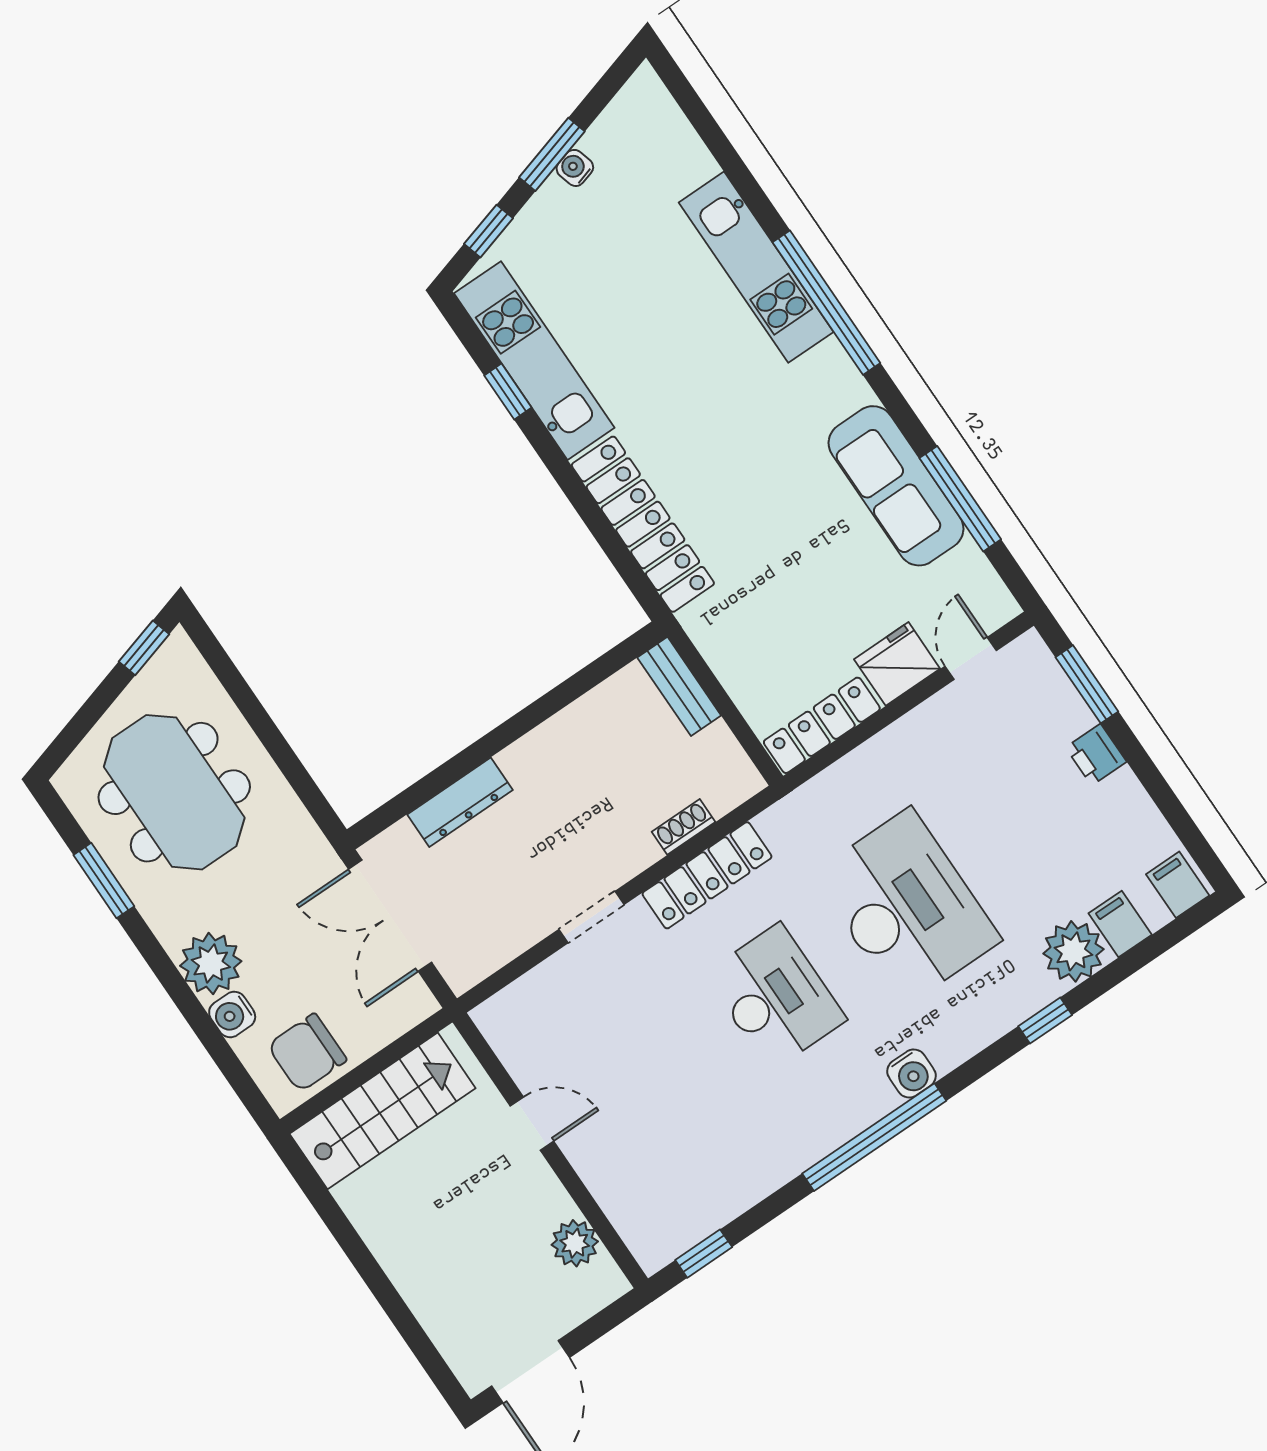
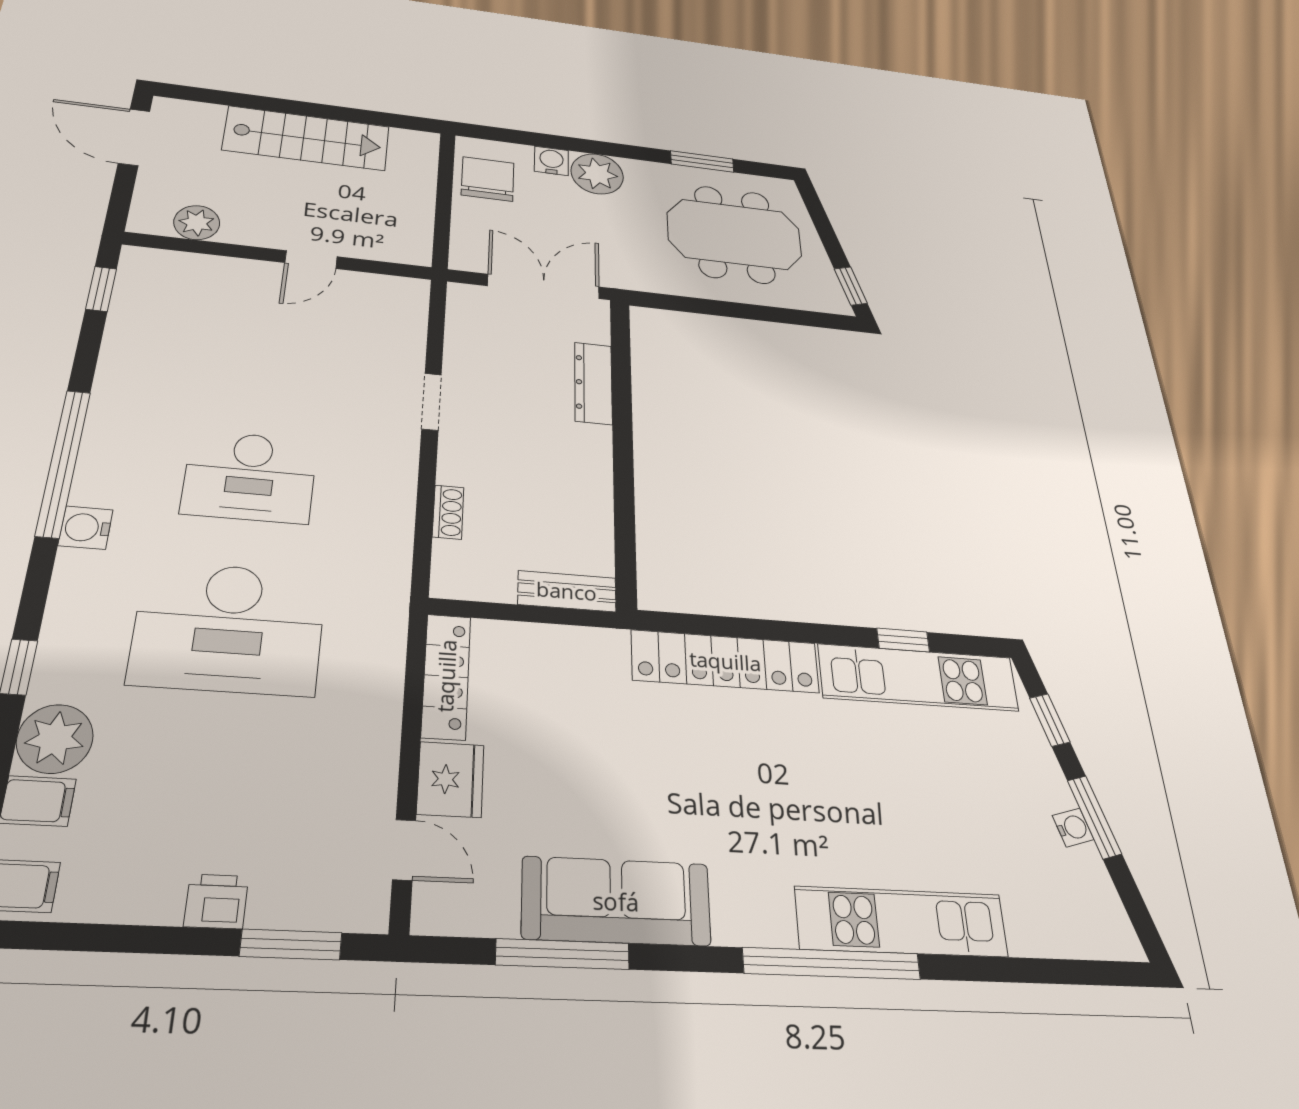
locker: (707, 875) -> (394, 500), removed
stairs: (383, 1111) -> (307, 138), moved, turned -90

